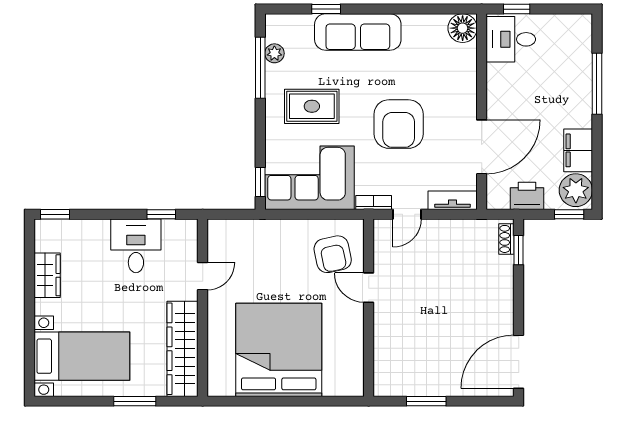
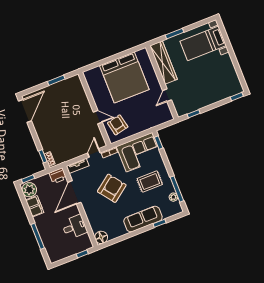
desk: (511, 39) -> (74, 227), moved
armchair: (399, 124) -> (112, 188), turned 53
printer: (527, 196) -> (58, 176), moved
desk: (136, 246) -> (199, 97), removed
wardrobe: (47, 275) -> (230, 71), removed

